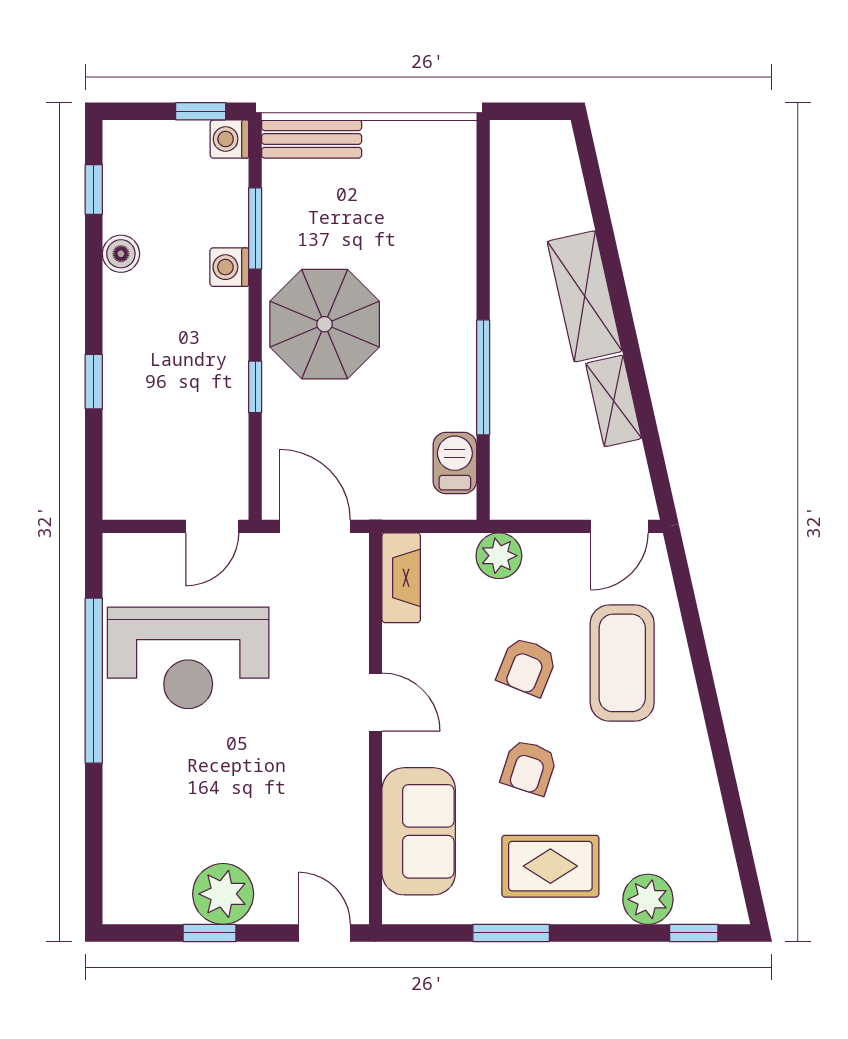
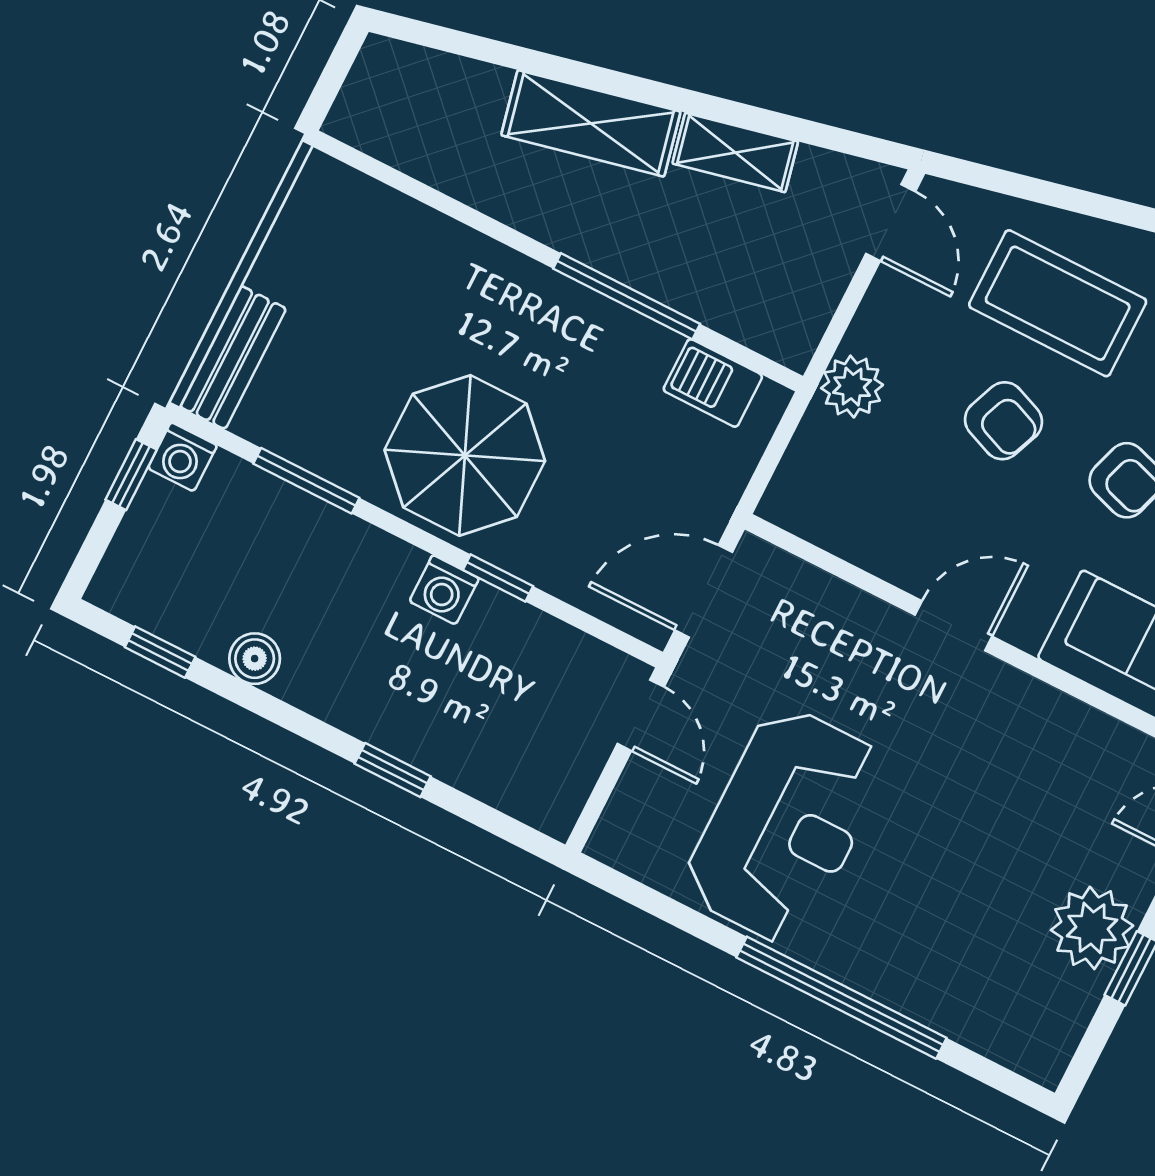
washing machine: (229, 267) -> (444, 590), moved
fireplace: (401, 578) -> (819, 518), removed
window: (94, 681) -> (841, 998), moved

